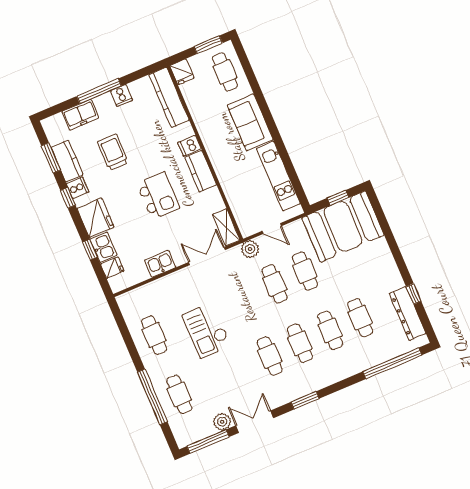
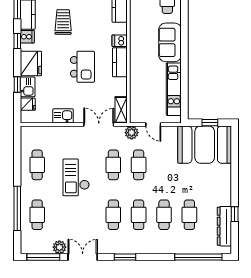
cafe table: (305, 271) -> (113, 165), moved

